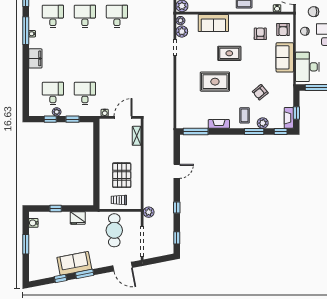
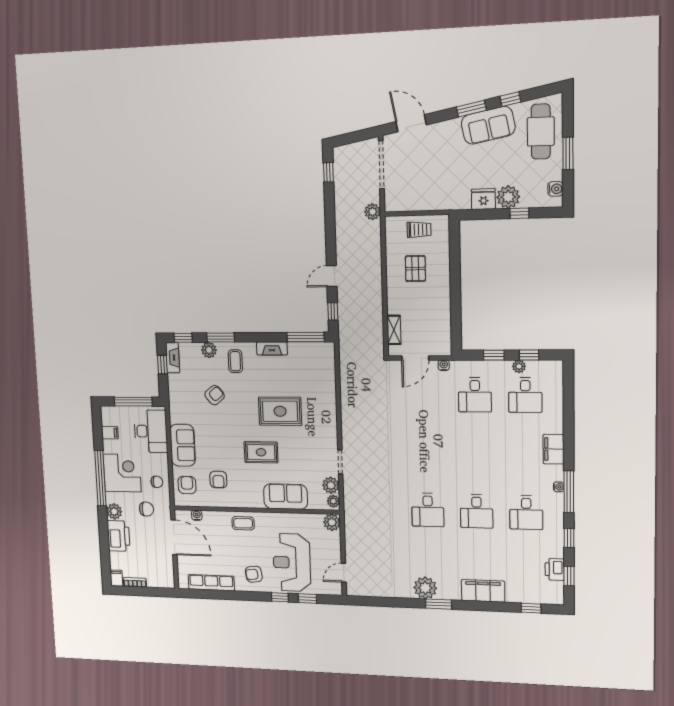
pallet: (122, 175) -> (415, 269), width x0.67, depth x0.71
window: (177, 208) -> (333, 311), moved
plant: (62, 219) -> (508, 197), added
cafe table: (114, 230) -> (541, 131), moved

